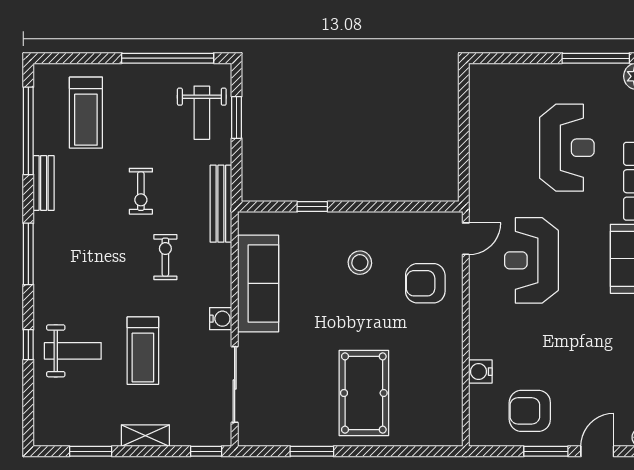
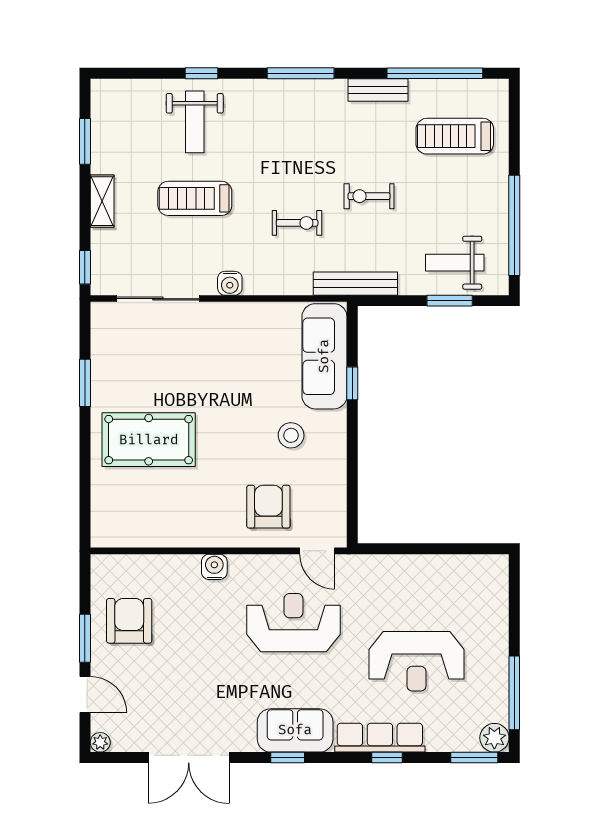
sofa: (258, 283) -> (324, 356), moved, turned 90
water cooler: (480, 372) -> (214, 567), moved

